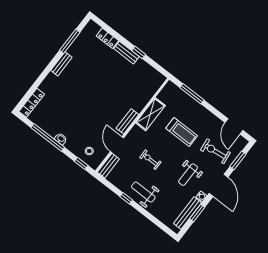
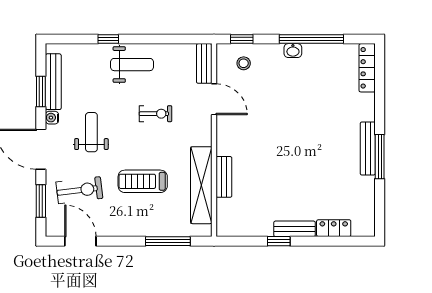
window: (70, 41) -> (380, 157), moved
bench: (61, 64) -> (368, 148), width x1.36
shelving: (150, 114) -> (201, 185), width x1.47
bench: (127, 121) -> (224, 177), moved
window: (126, 198) -> (108, 39), moved

